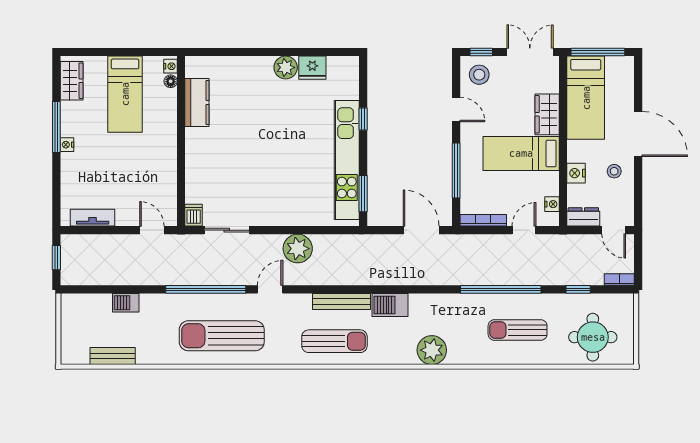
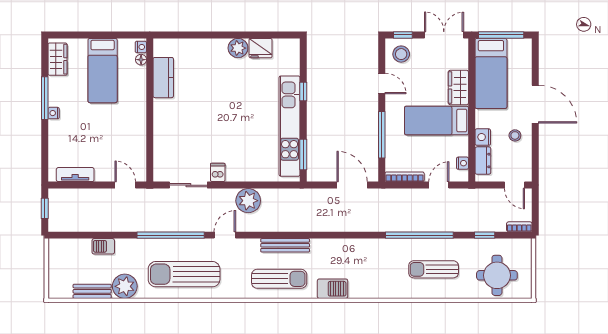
dishwasher: (194, 215) -> (218, 172), moved
dresser: (583, 217) -> (483, 161), moved, turned 90
barbecue: (390, 305) -> (333, 289), moved, turned 180
plant: (432, 350) -> (125, 286), moved

